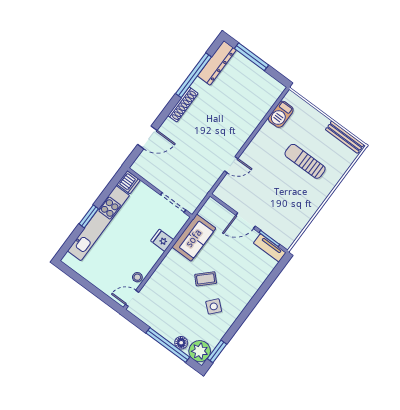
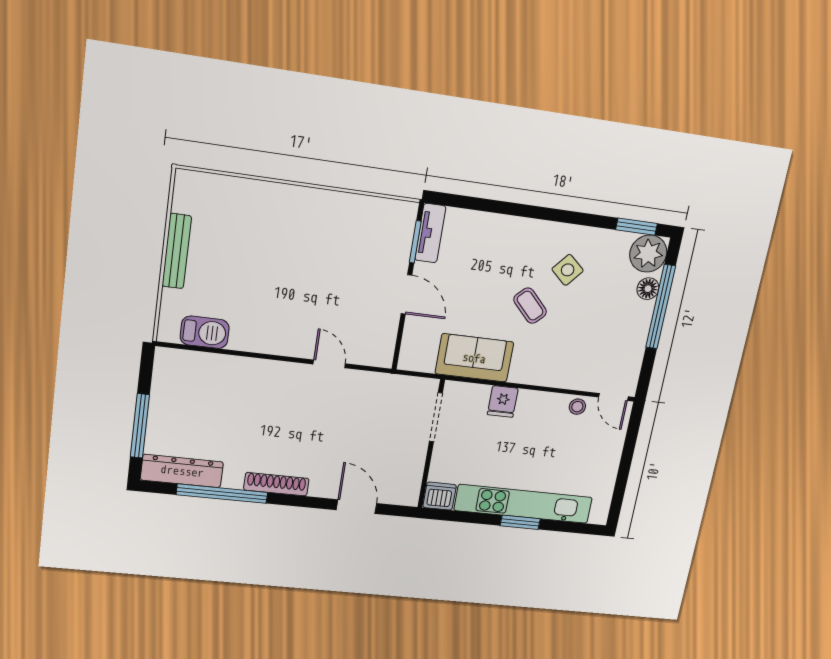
bench: (345, 137) -> (177, 251), moved
sun lounger: (305, 161) -> (259, 253), removed

